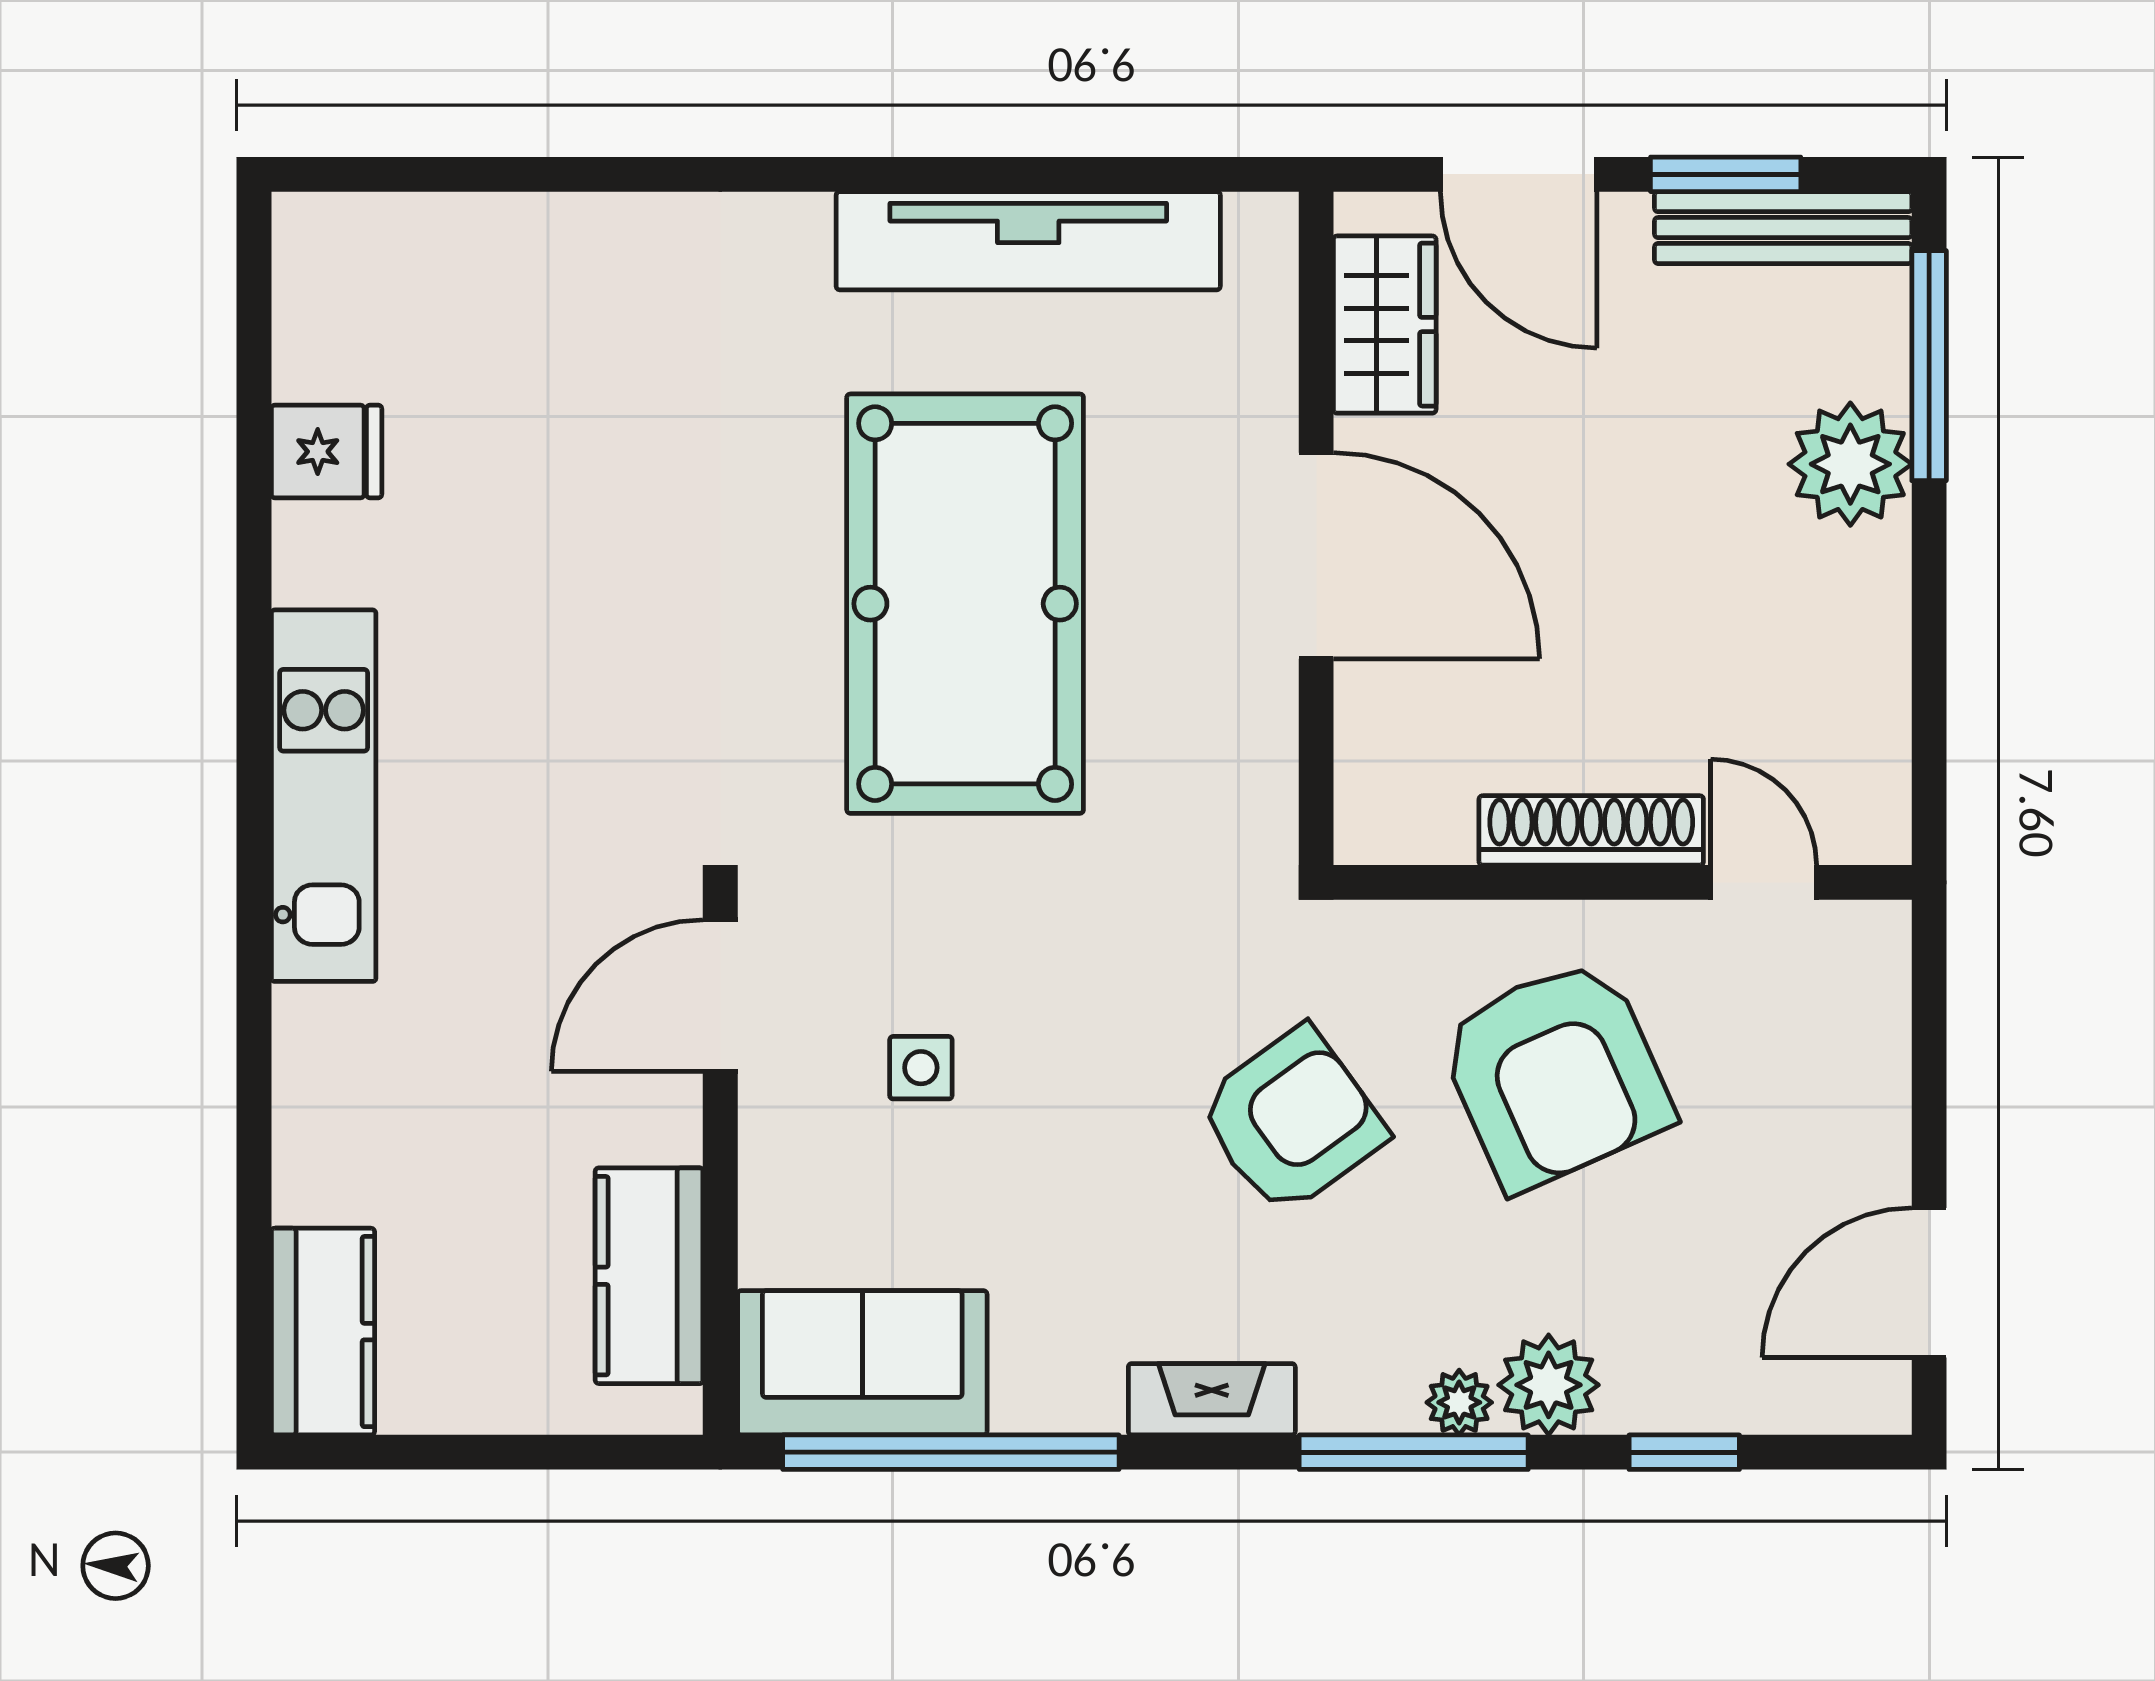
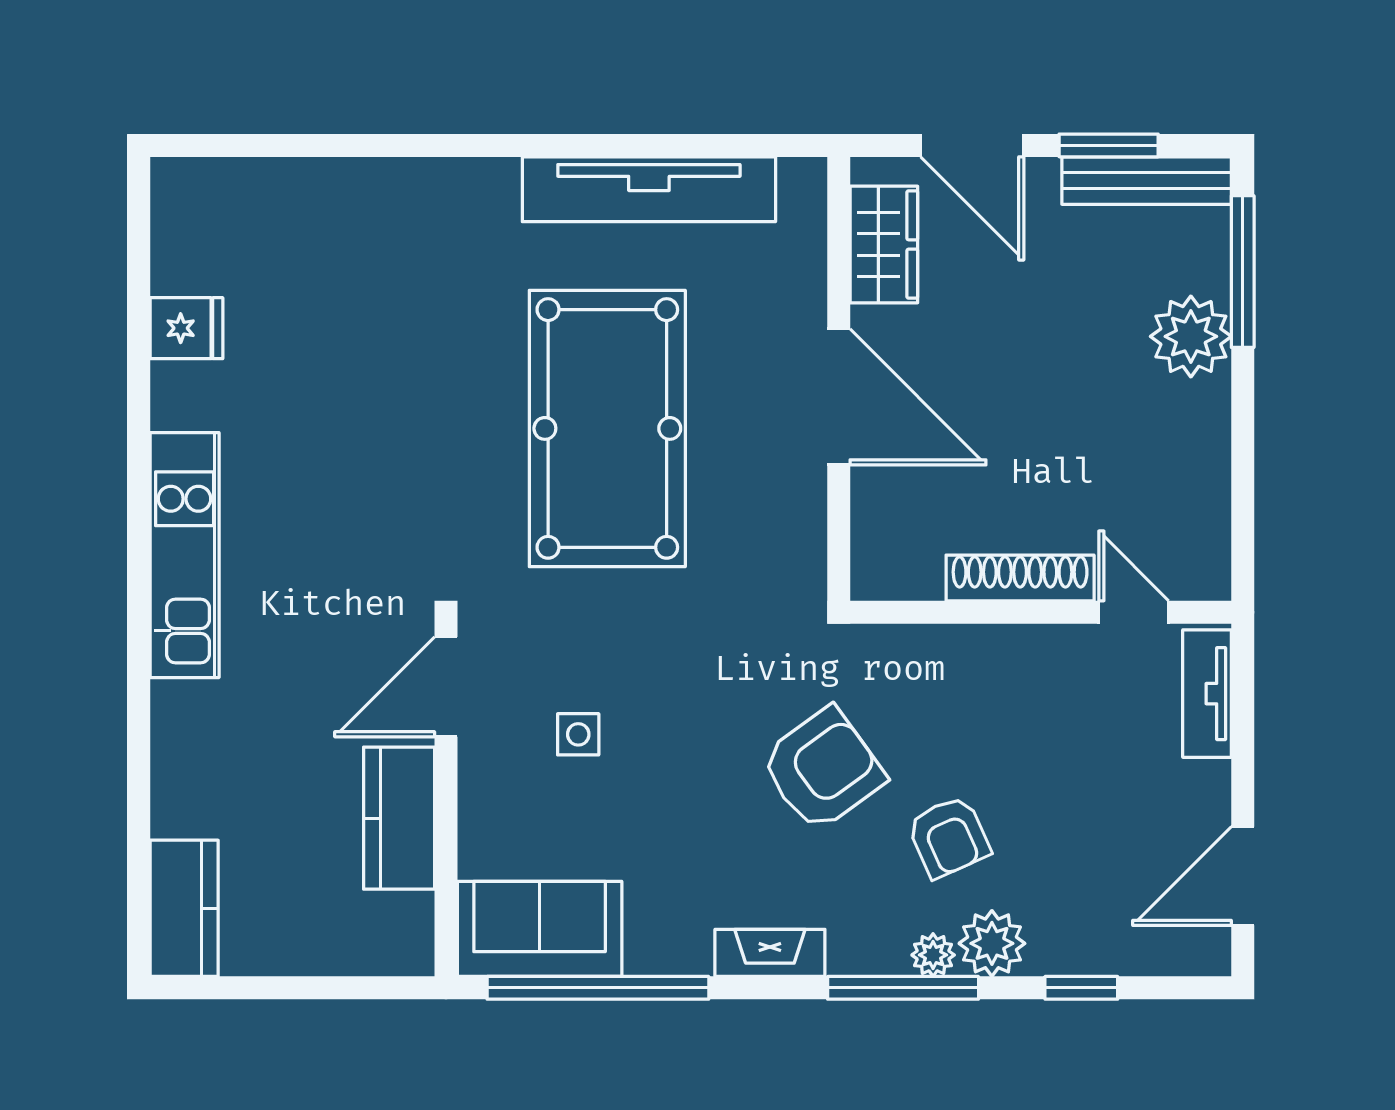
tv unit: (1875, 1006) -> (1207, 694), added
armchair: (1555, 1074) -> (949, 837), moved, width x0.53, depth x0.53
kitchen counter: (649, 1276) -> (399, 818), moved

